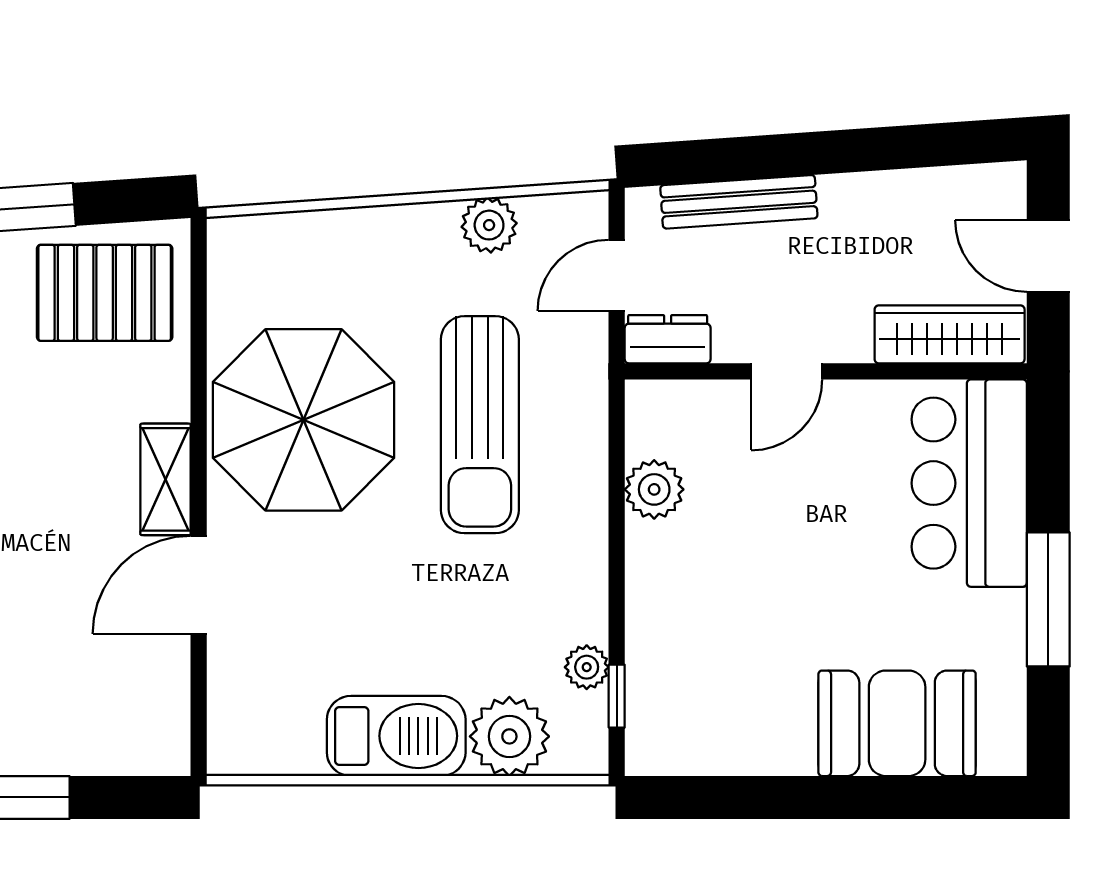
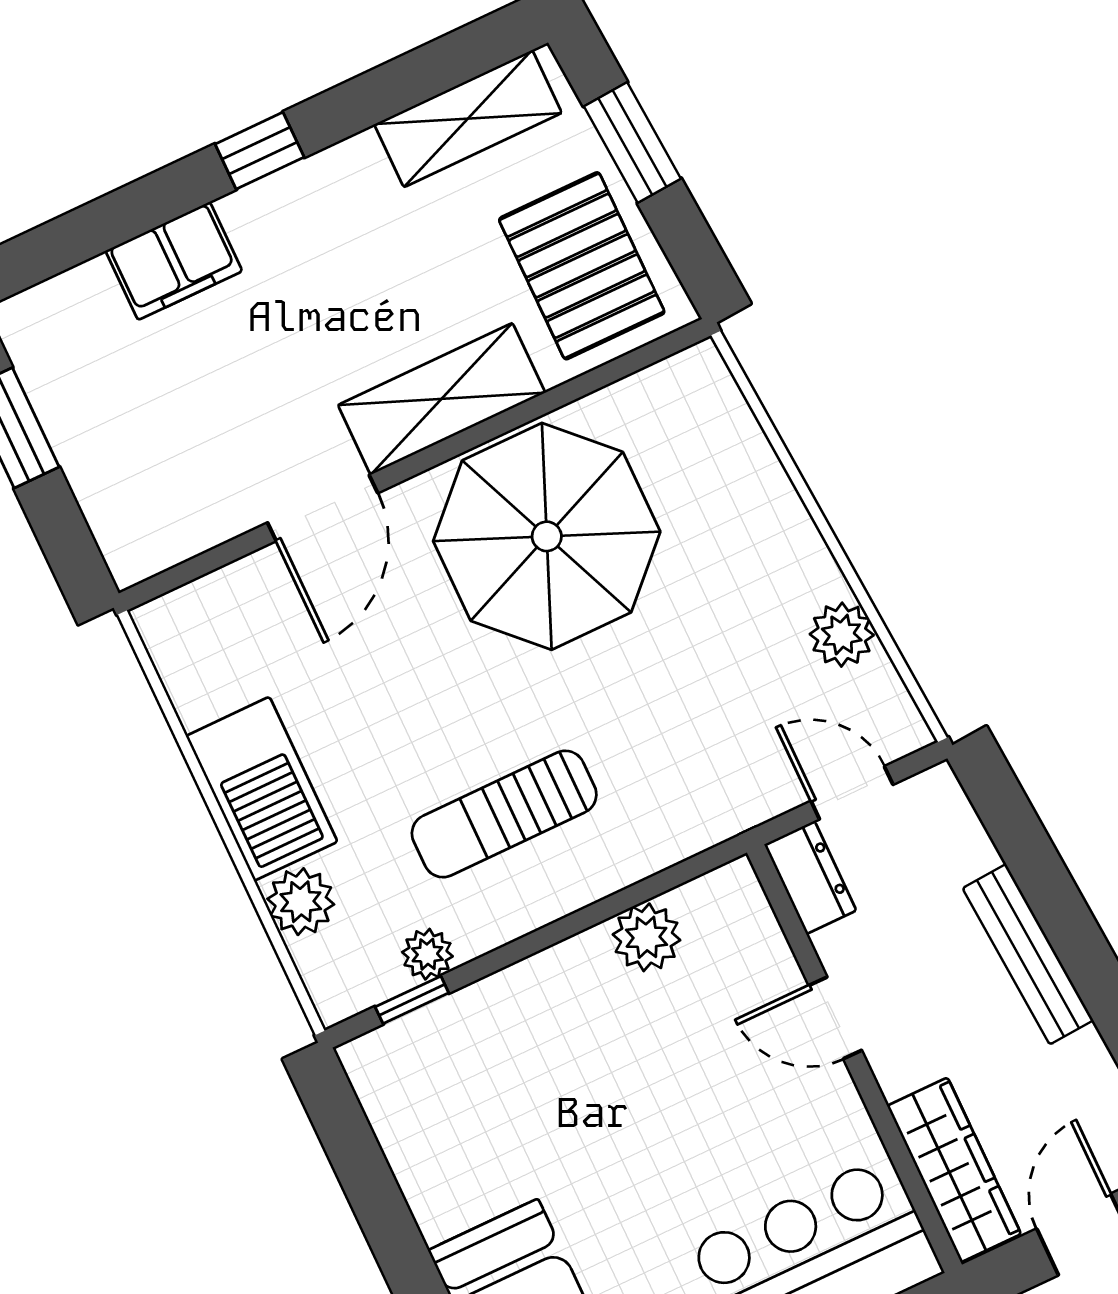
bench: (739, 202) -> (1028, 954), moved
sun lounger: (480, 425) -> (504, 814), moved, width x0.73, depth x0.75
shelving: (165, 479) -> (442, 399), width x1.50, depth x1.33
door: (199, 585) -> (323, 508), swing flipped
plant: (509, 736) -> (301, 902), width x0.73, depth x0.73

